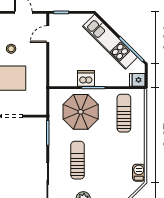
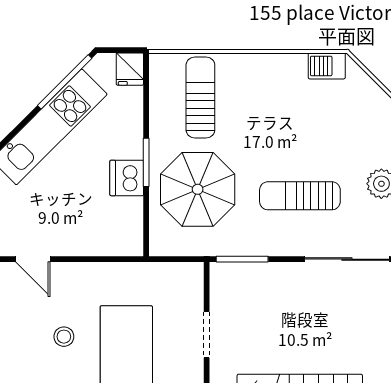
sun lounger: (124, 113) -> (200, 98), turned 90

